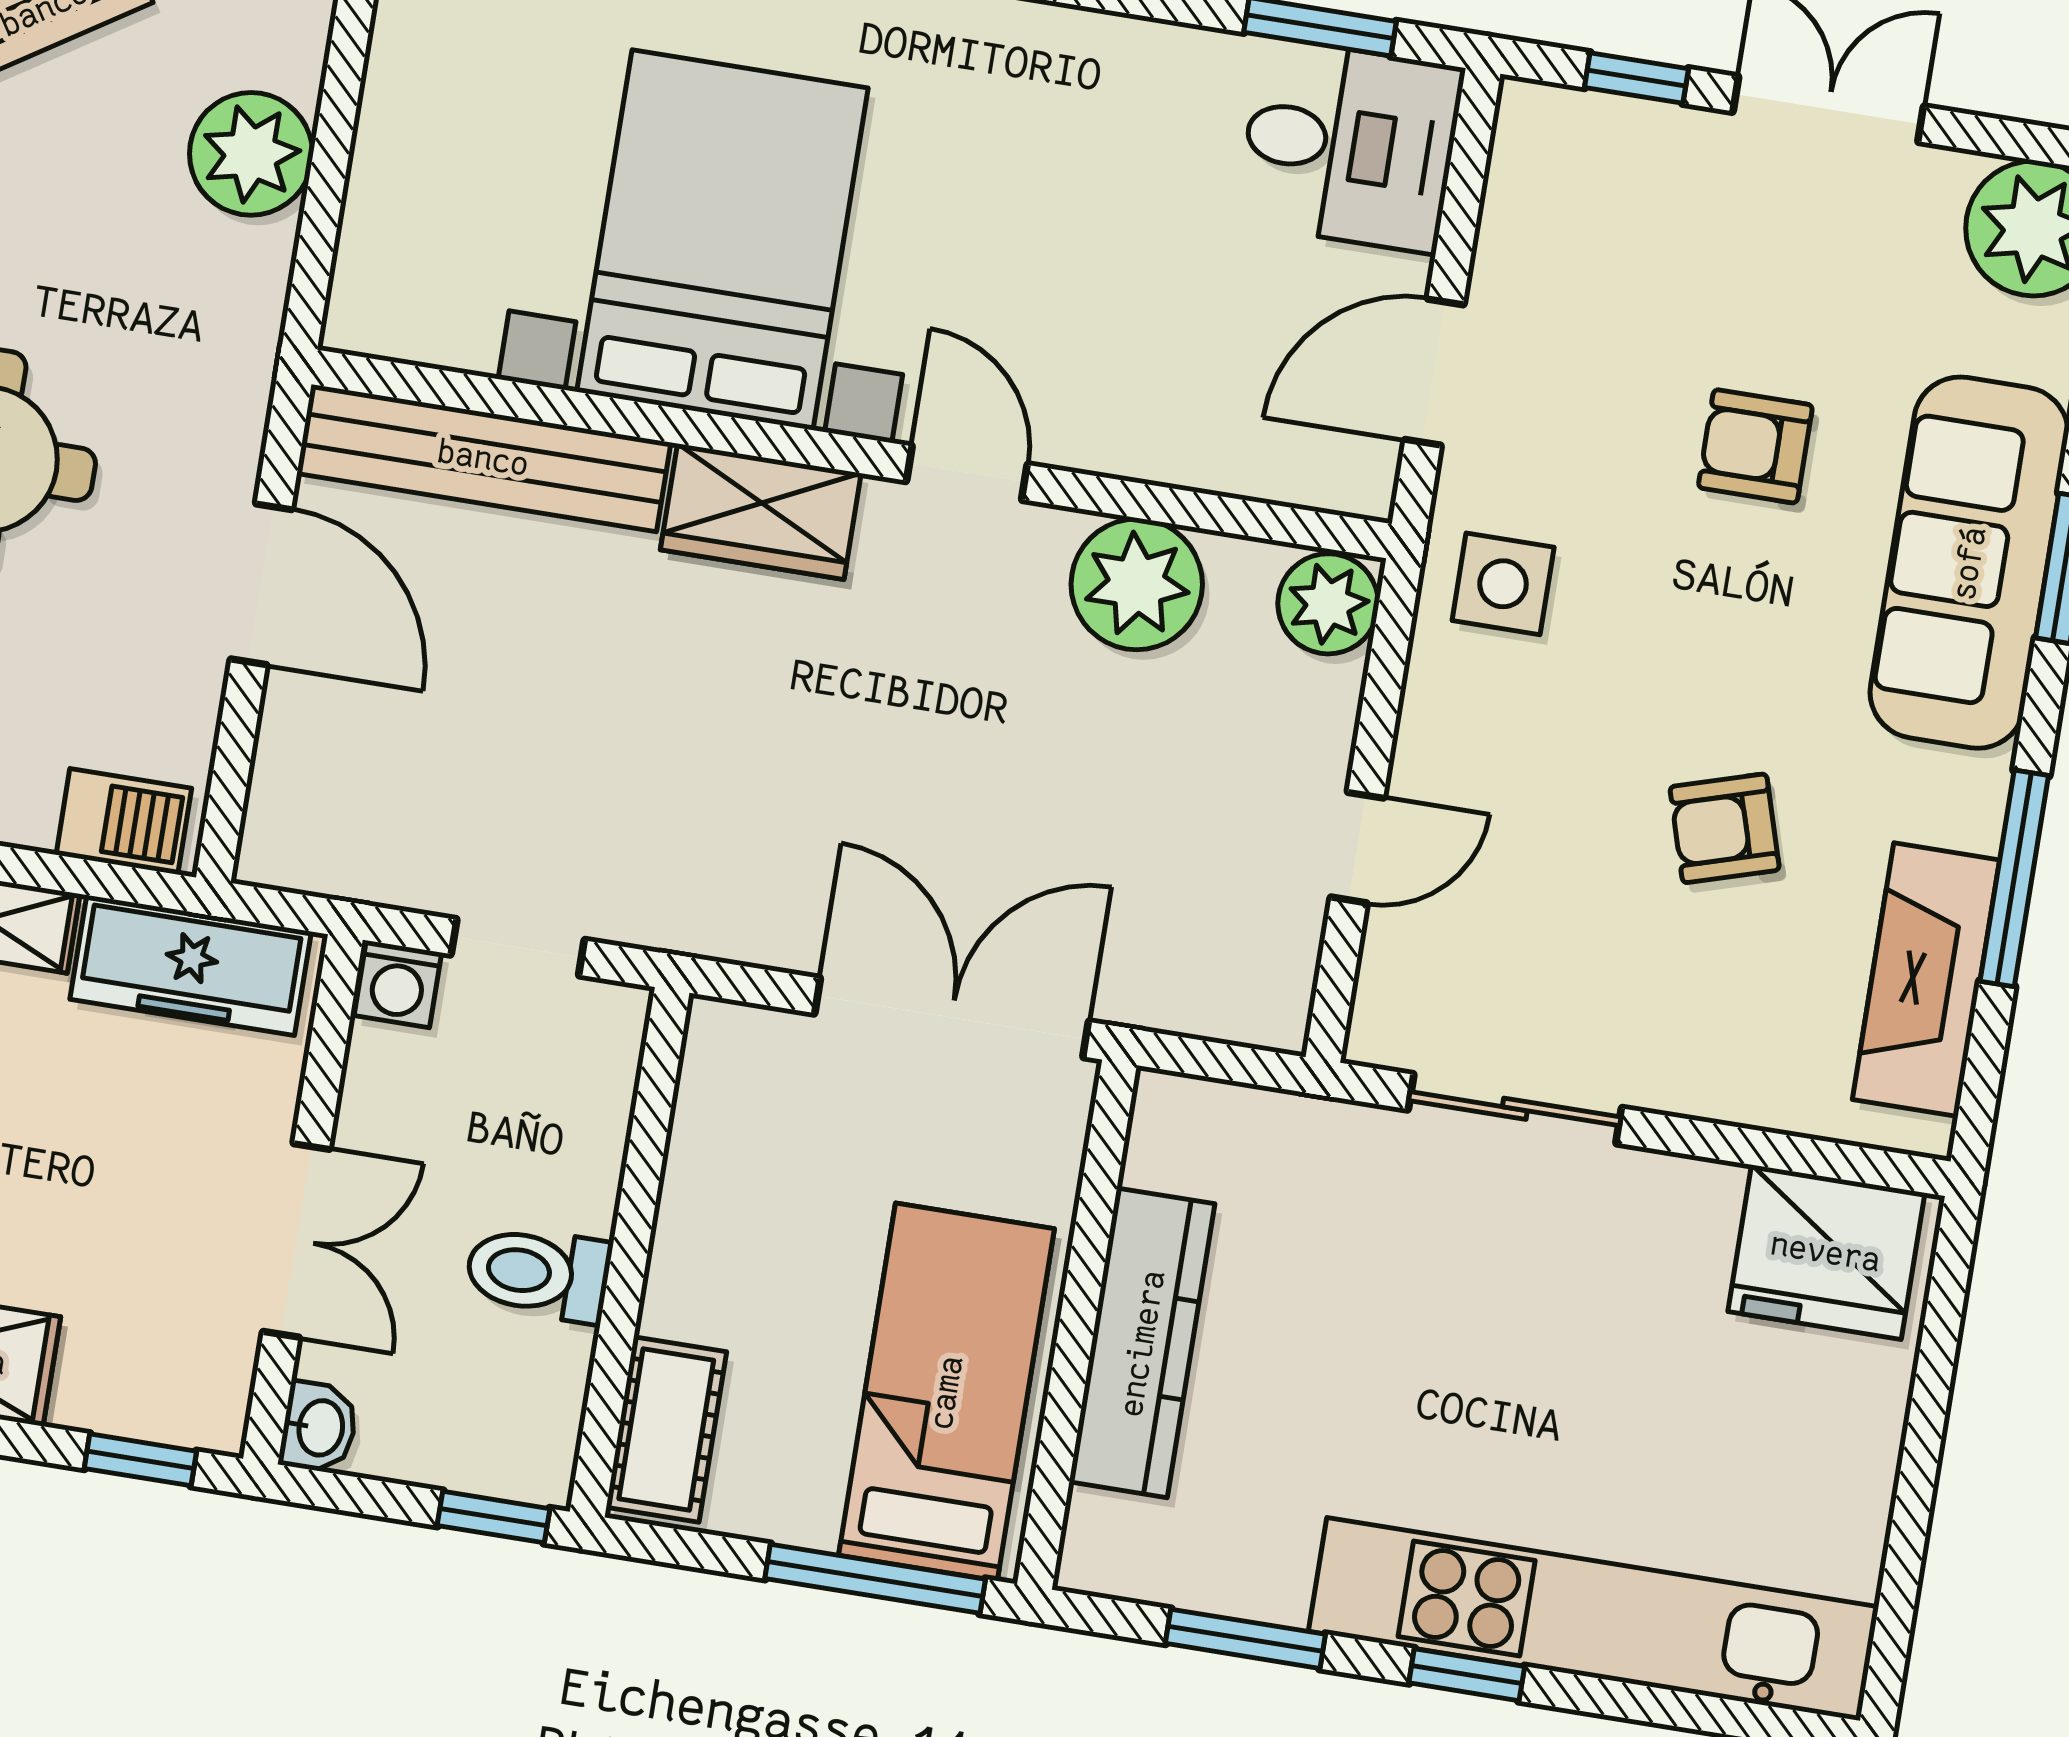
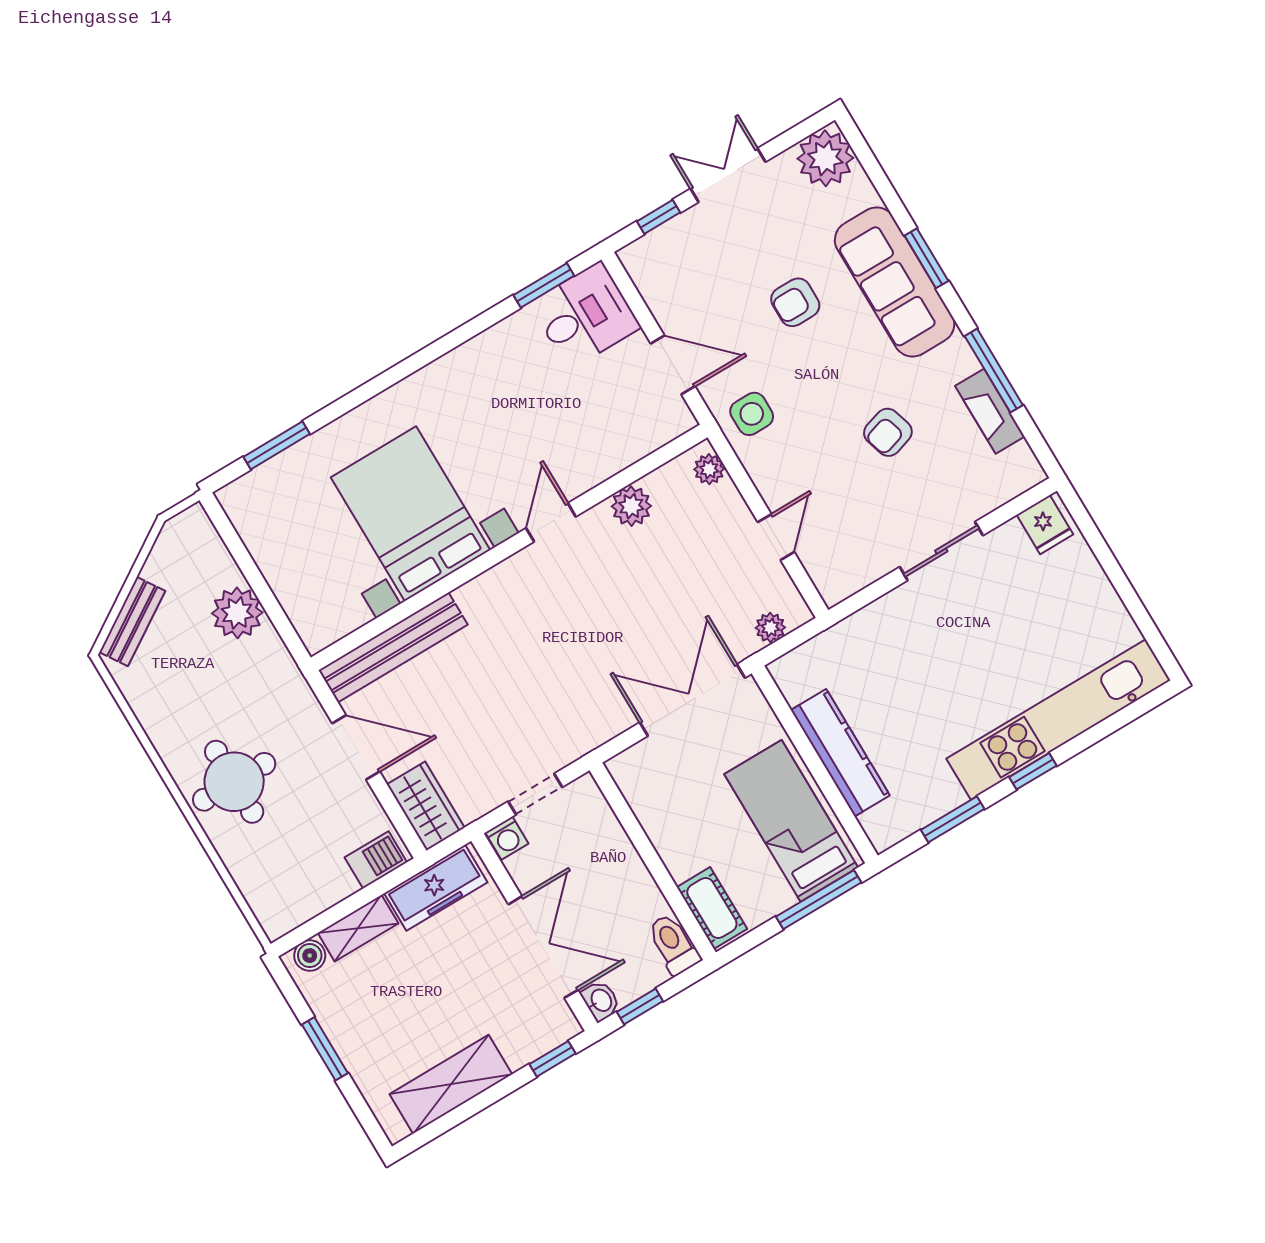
door: (1434, 372) -> (673, 365), swing flipped
door: (967, 473) -> (551, 522), hinge flipped
wardrobe: (761, 512) -> (426, 806), moved, turned -90
plant: (1137, 584) -> (631, 506), width x0.73, depth x0.73
plant: (1328, 604) -> (709, 469), width x0.73, depth x0.73
fireplace: (1926, 980) -> (990, 411), width x0.73, depth x0.76
plant: (1207, 1005) -> (770, 628), added
sliding door: (1515, 1109) -> (941, 551), moved
double door: (296, 1240) -> (543, 947), width x1.37
fridge: (1826, 1252) -> (1045, 525), width x0.53, depth x0.75
toilet: (538, 1273) -> (673, 944), moved, turned 90
window: (493, 1517) -> (640, 1007), moved

